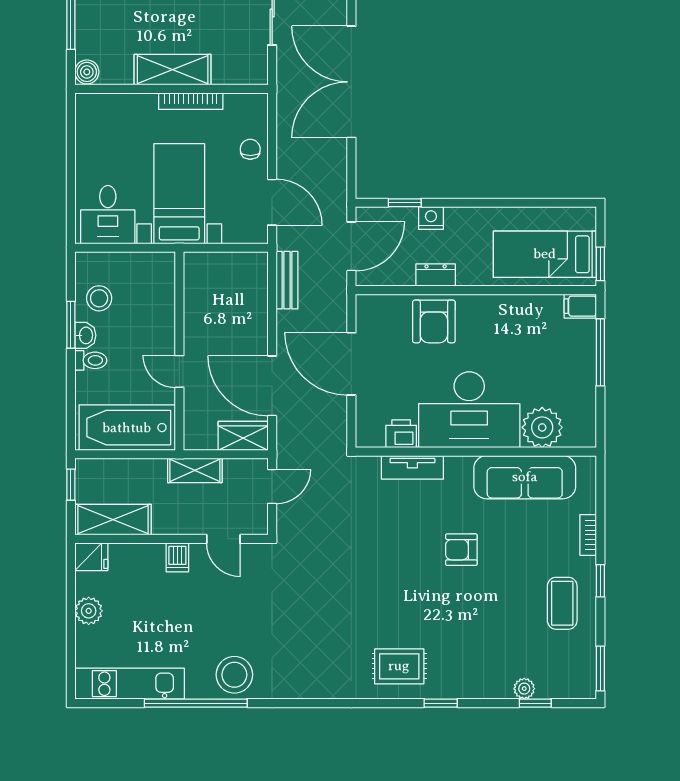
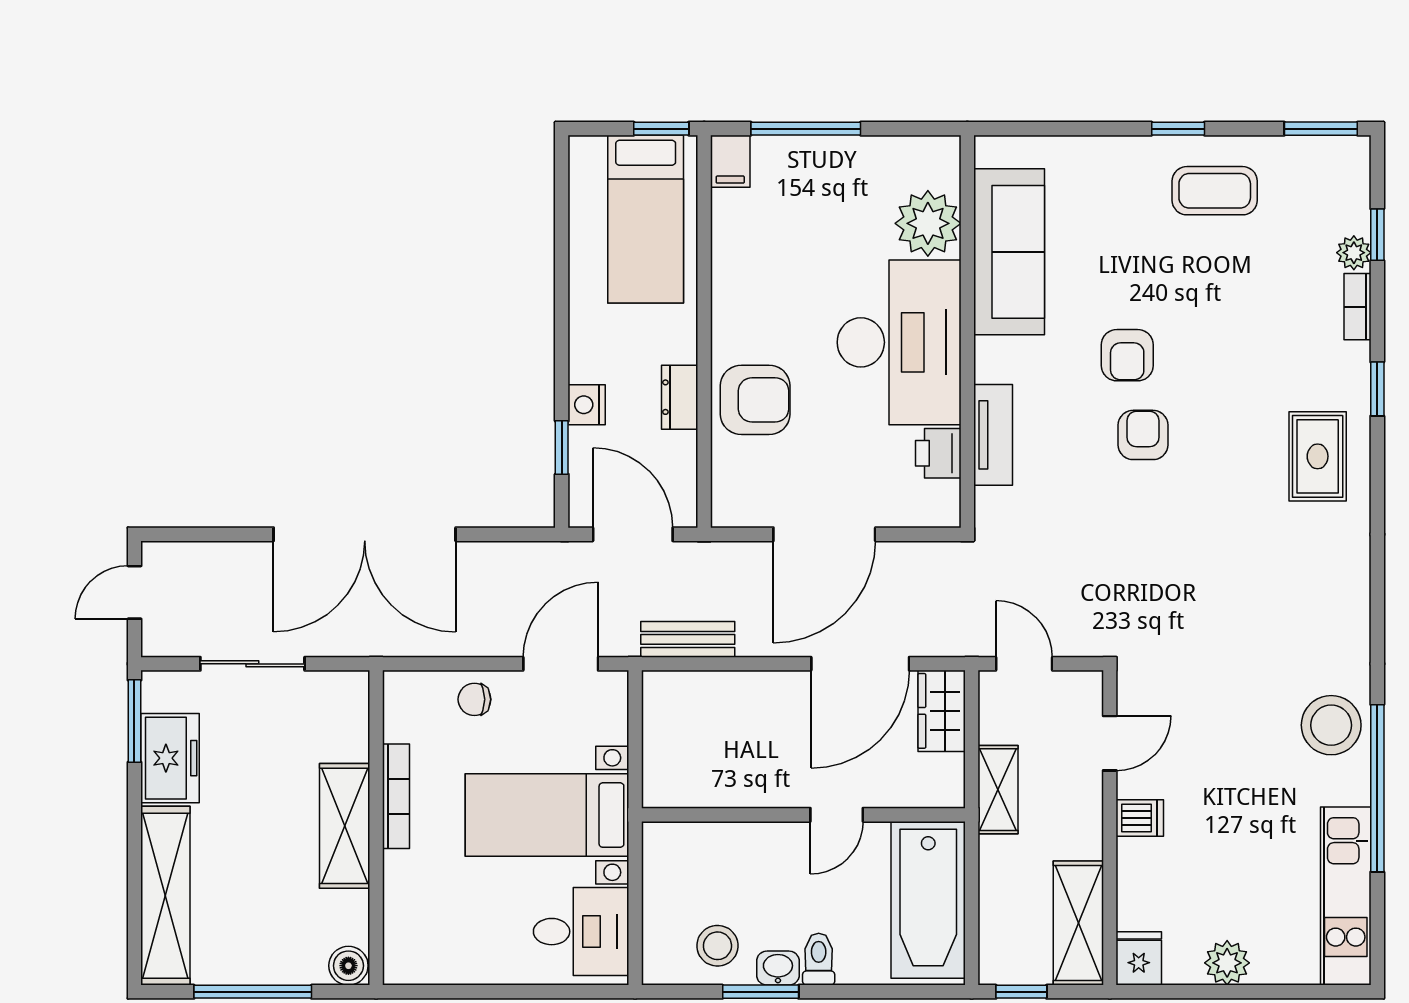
bookcase: (588, 535) -> (1358, 307), moved, turned 90
armchair: (412, 559) -> (1143, 435), added

